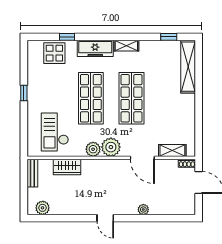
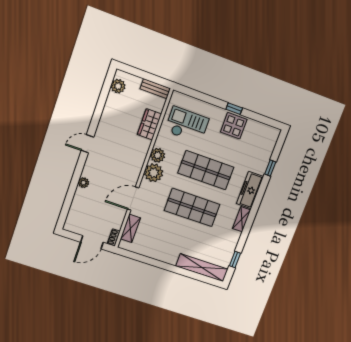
display table: (54, 53) -> (234, 126), moved

